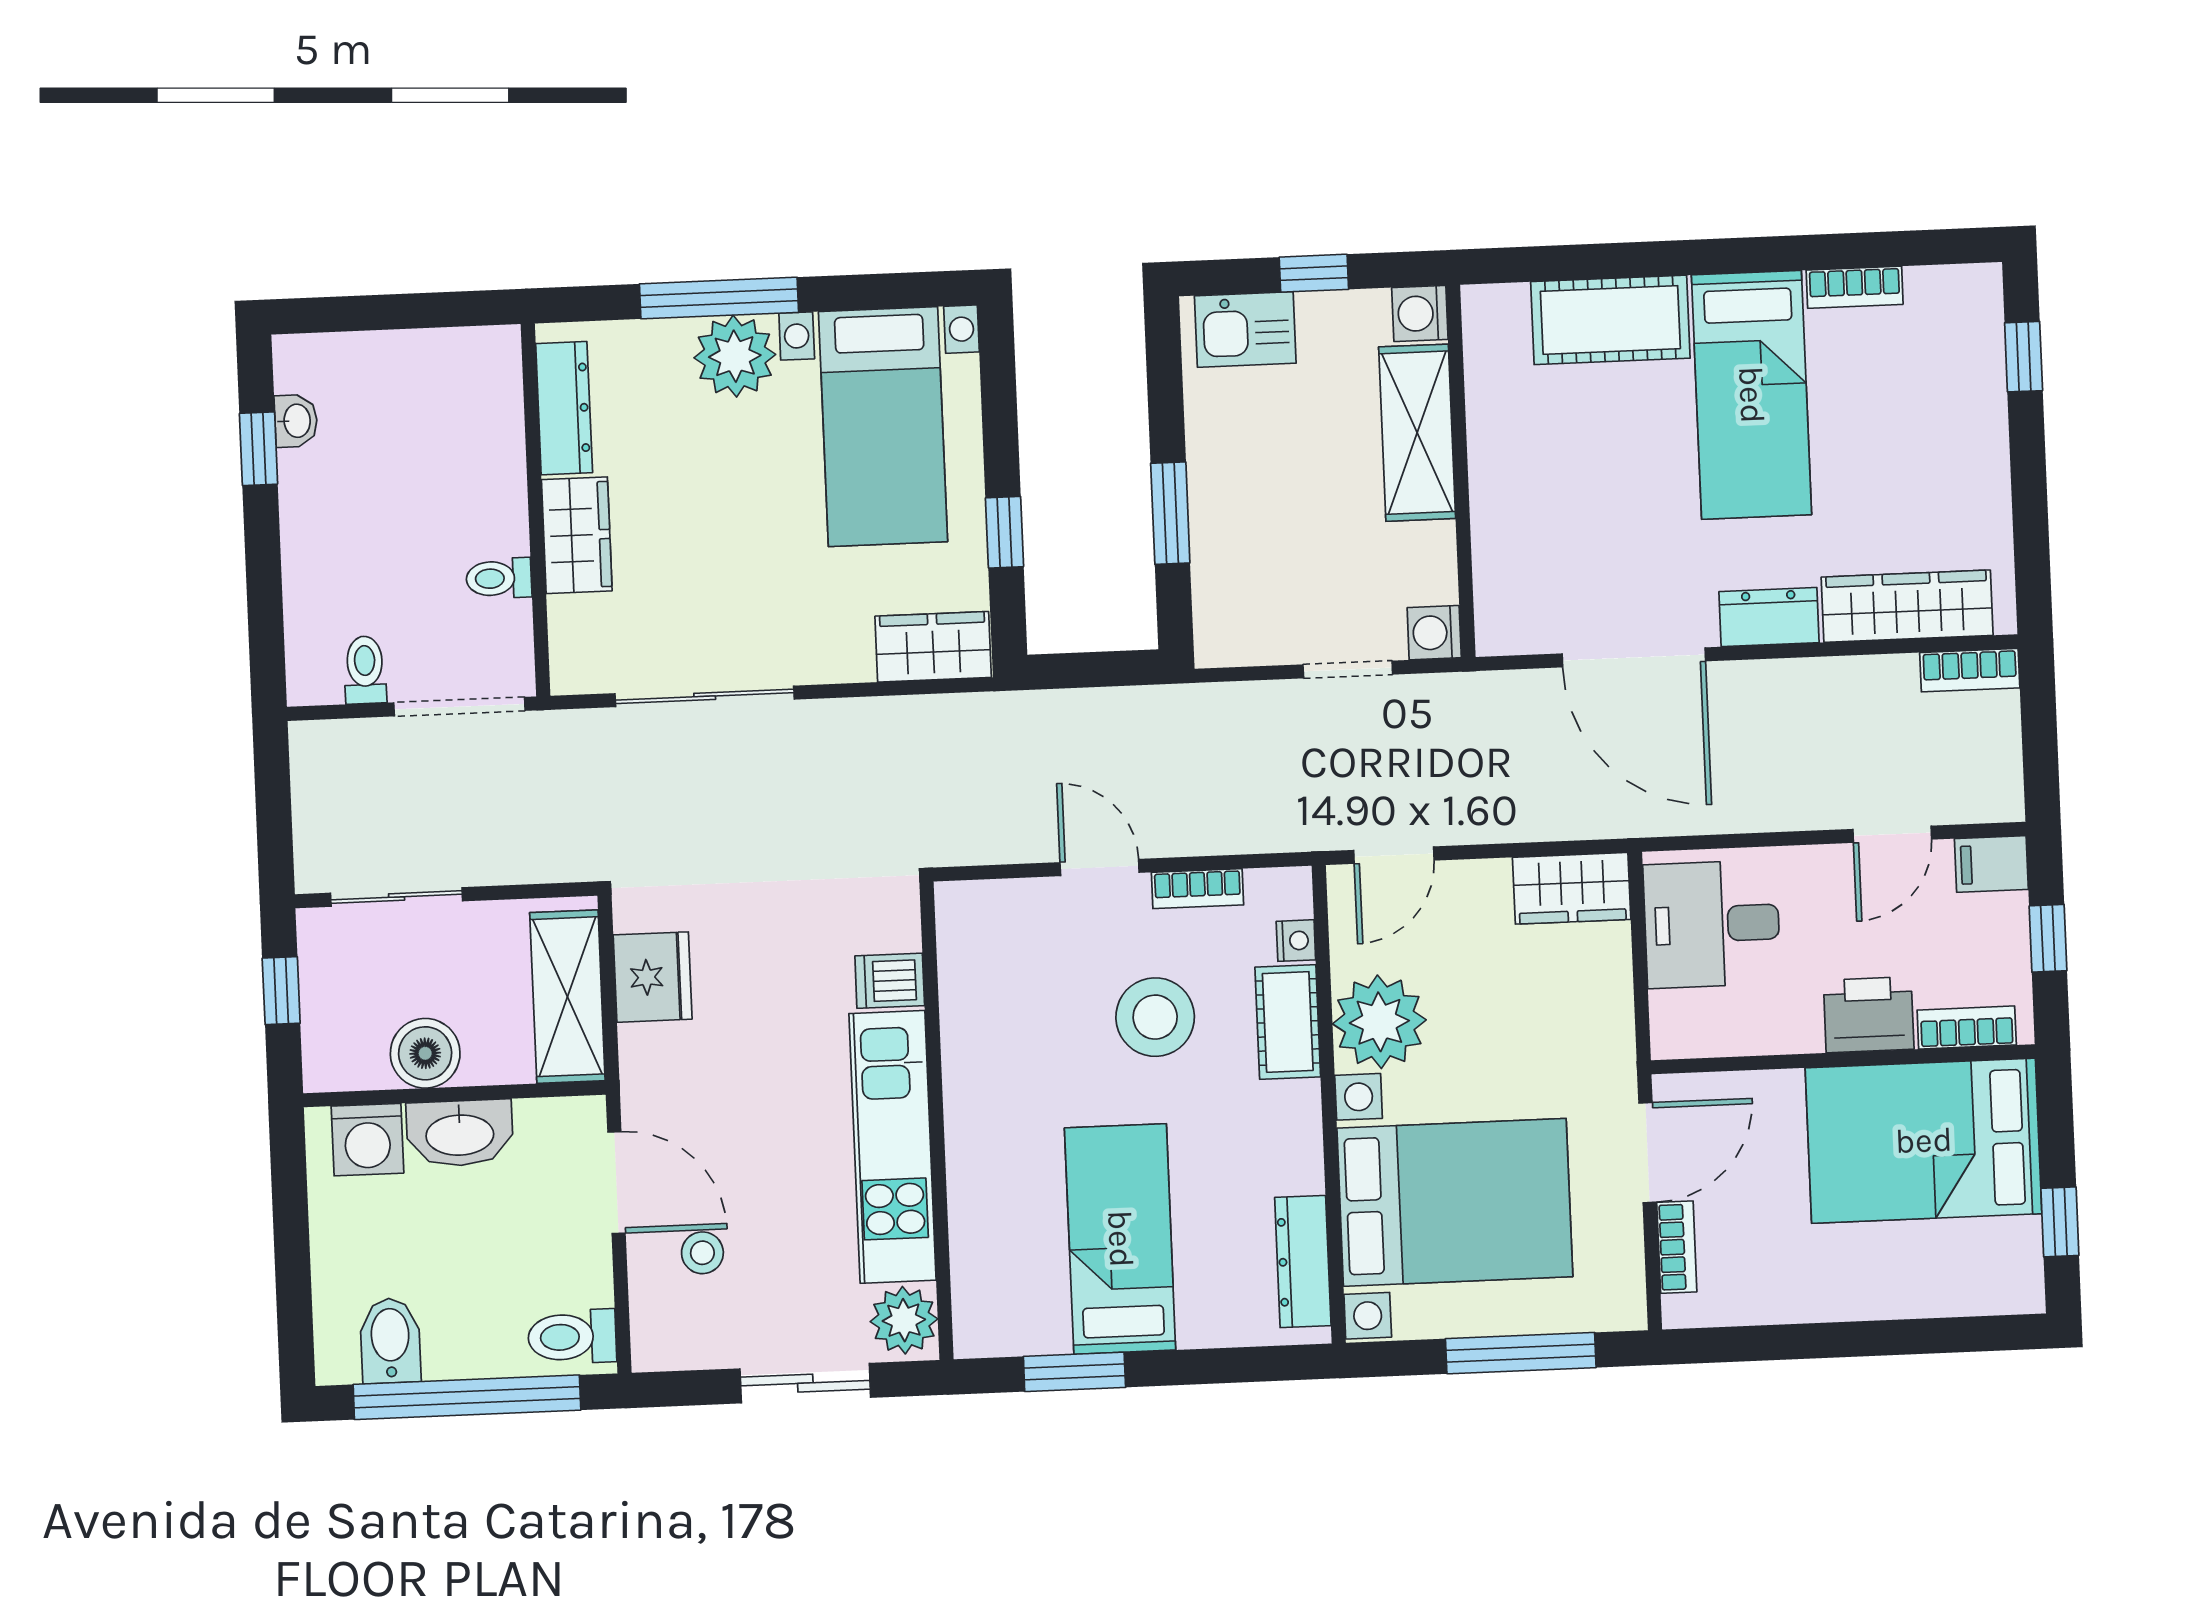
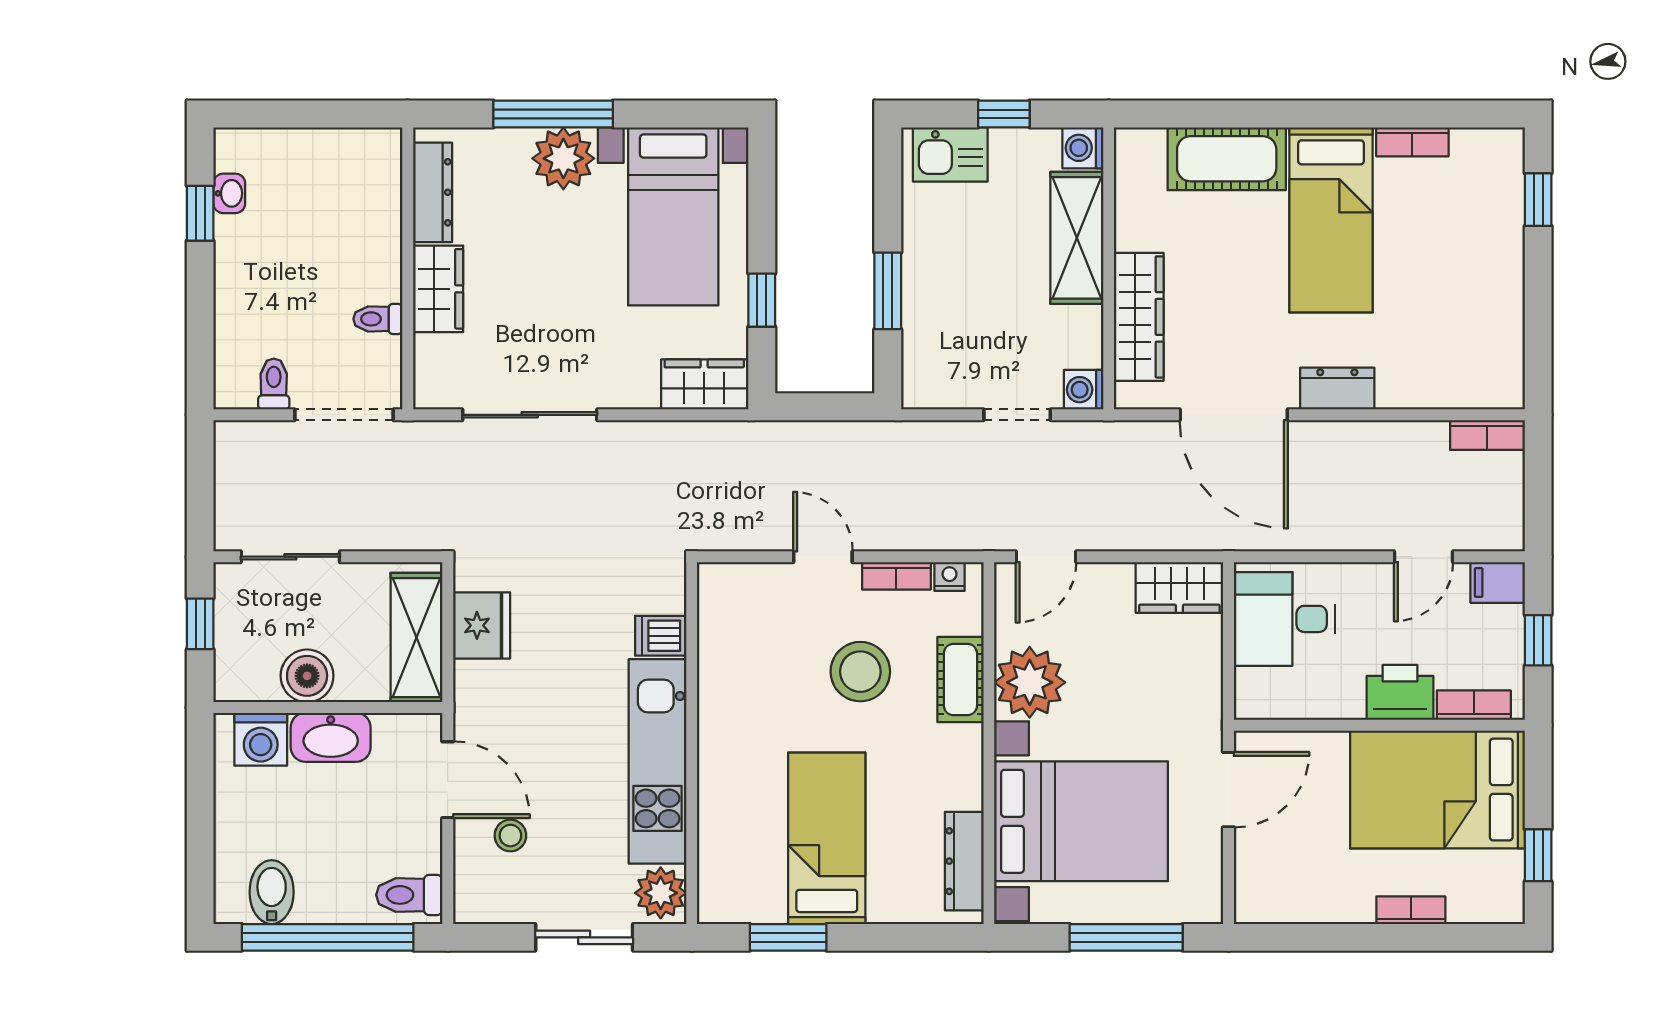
wardrobe: (1907, 606) -> (1139, 317), moved, turned 90
nightstand: (1296, 941) -> (950, 576), moved, turned -90
bookcase: (1677, 1247) -> (1411, 910), moved, turned -90

